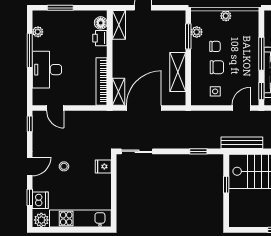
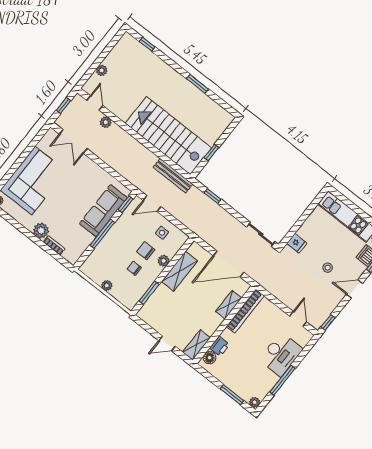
plant: (38, 32) -> (255, 402), moved
plant: (197, 32) -> (164, 261), moved
shelving: (119, 92) -> (229, 305), moved

